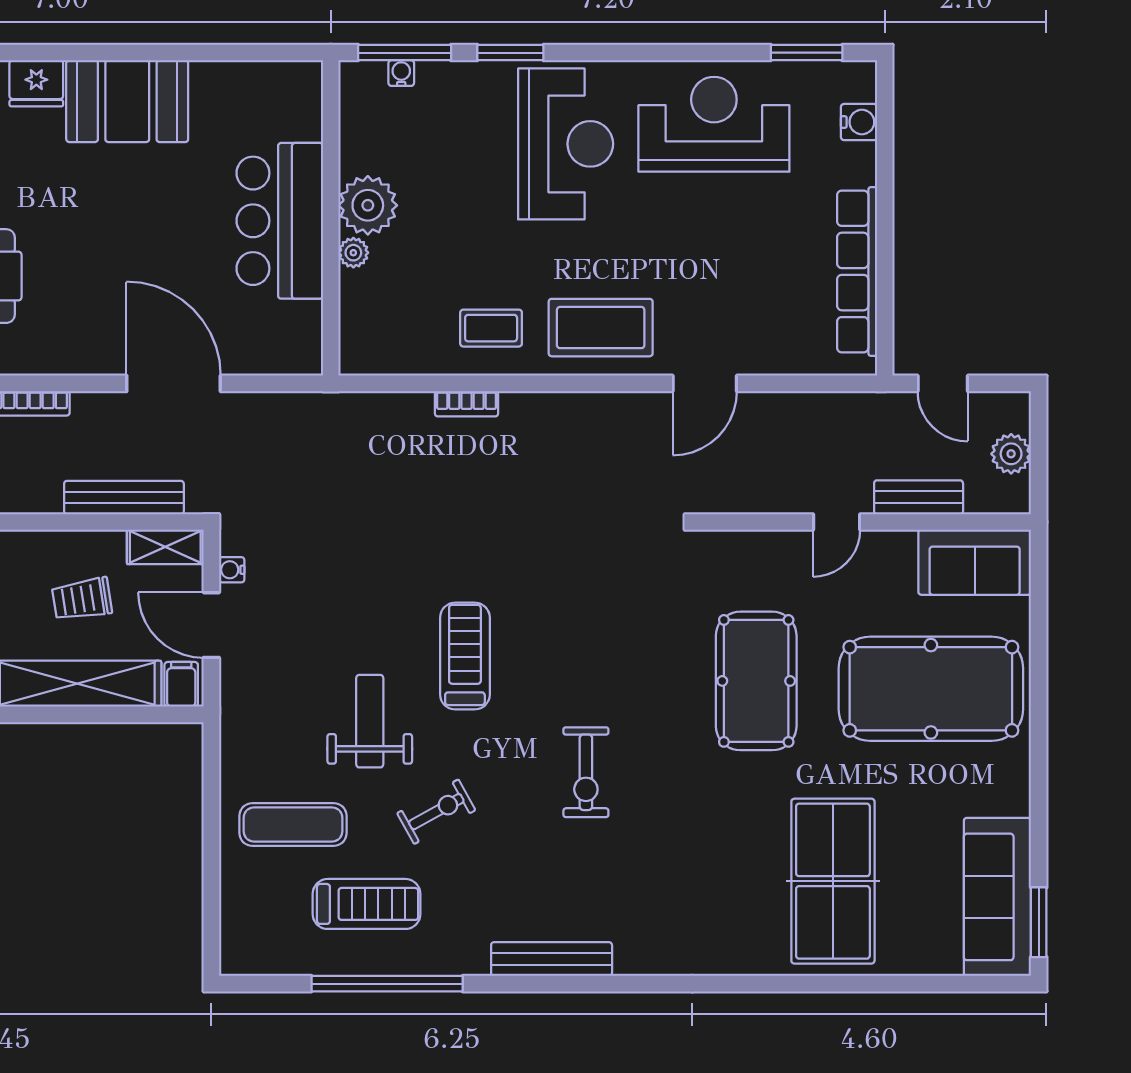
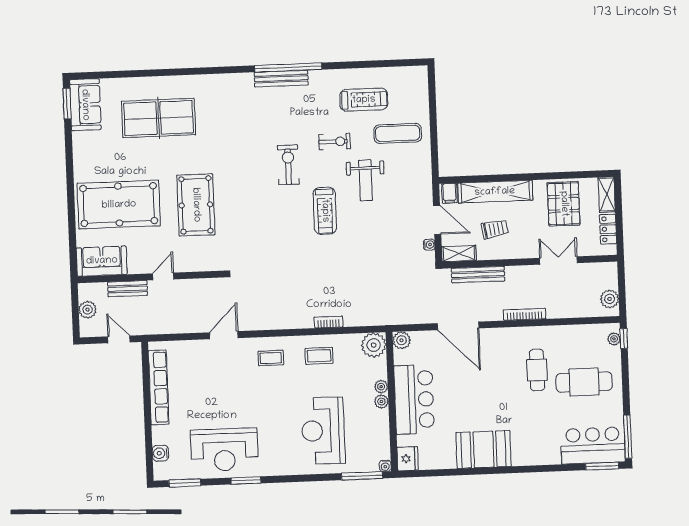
window: (510, 53) -> (246, 480), moved
water cooler: (401, 73) -> (385, 466), moved
fridge: (36, 83) -> (408, 459), moved, turned 90
reception desk: (566, 144) -> (323, 431), moved
plant: (368, 205) -> (381, 402), width x0.53, depth x0.53
coffee table: (601, 328) -> (271, 358), width x0.54, depth x0.58
plant: (367, 347) -> (374, 345), added
plant: (303, 356) -> (402, 340), added
exercise bike: (586, 772) -> (288, 165), moved
exercise bike: (436, 812) -> (335, 142), turned -151
table tennis table: (833, 881) -> (158, 118), turned 90
sofa: (997, 897) -> (85, 105), width x0.73
treadmill: (367, 904) -> (364, 100), turned 180
window: (387, 984) -> (288, 67), moved

